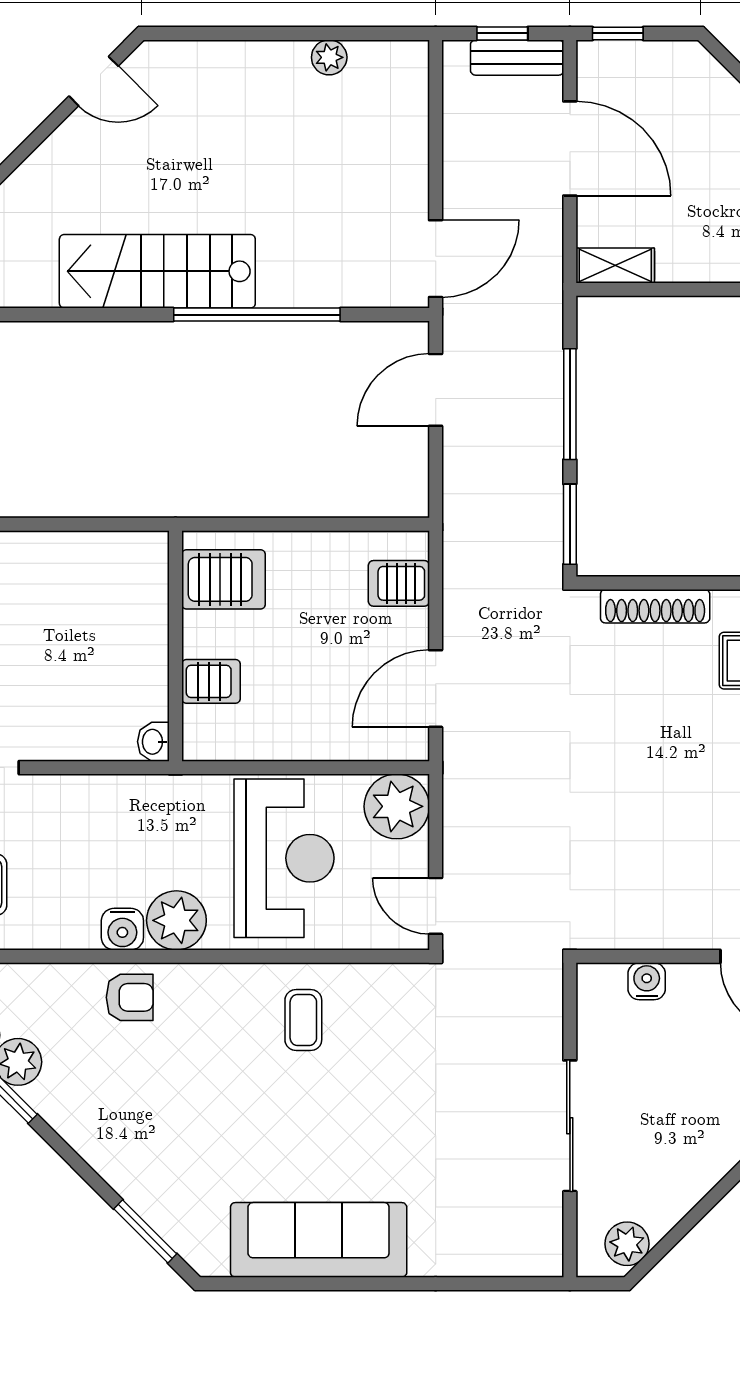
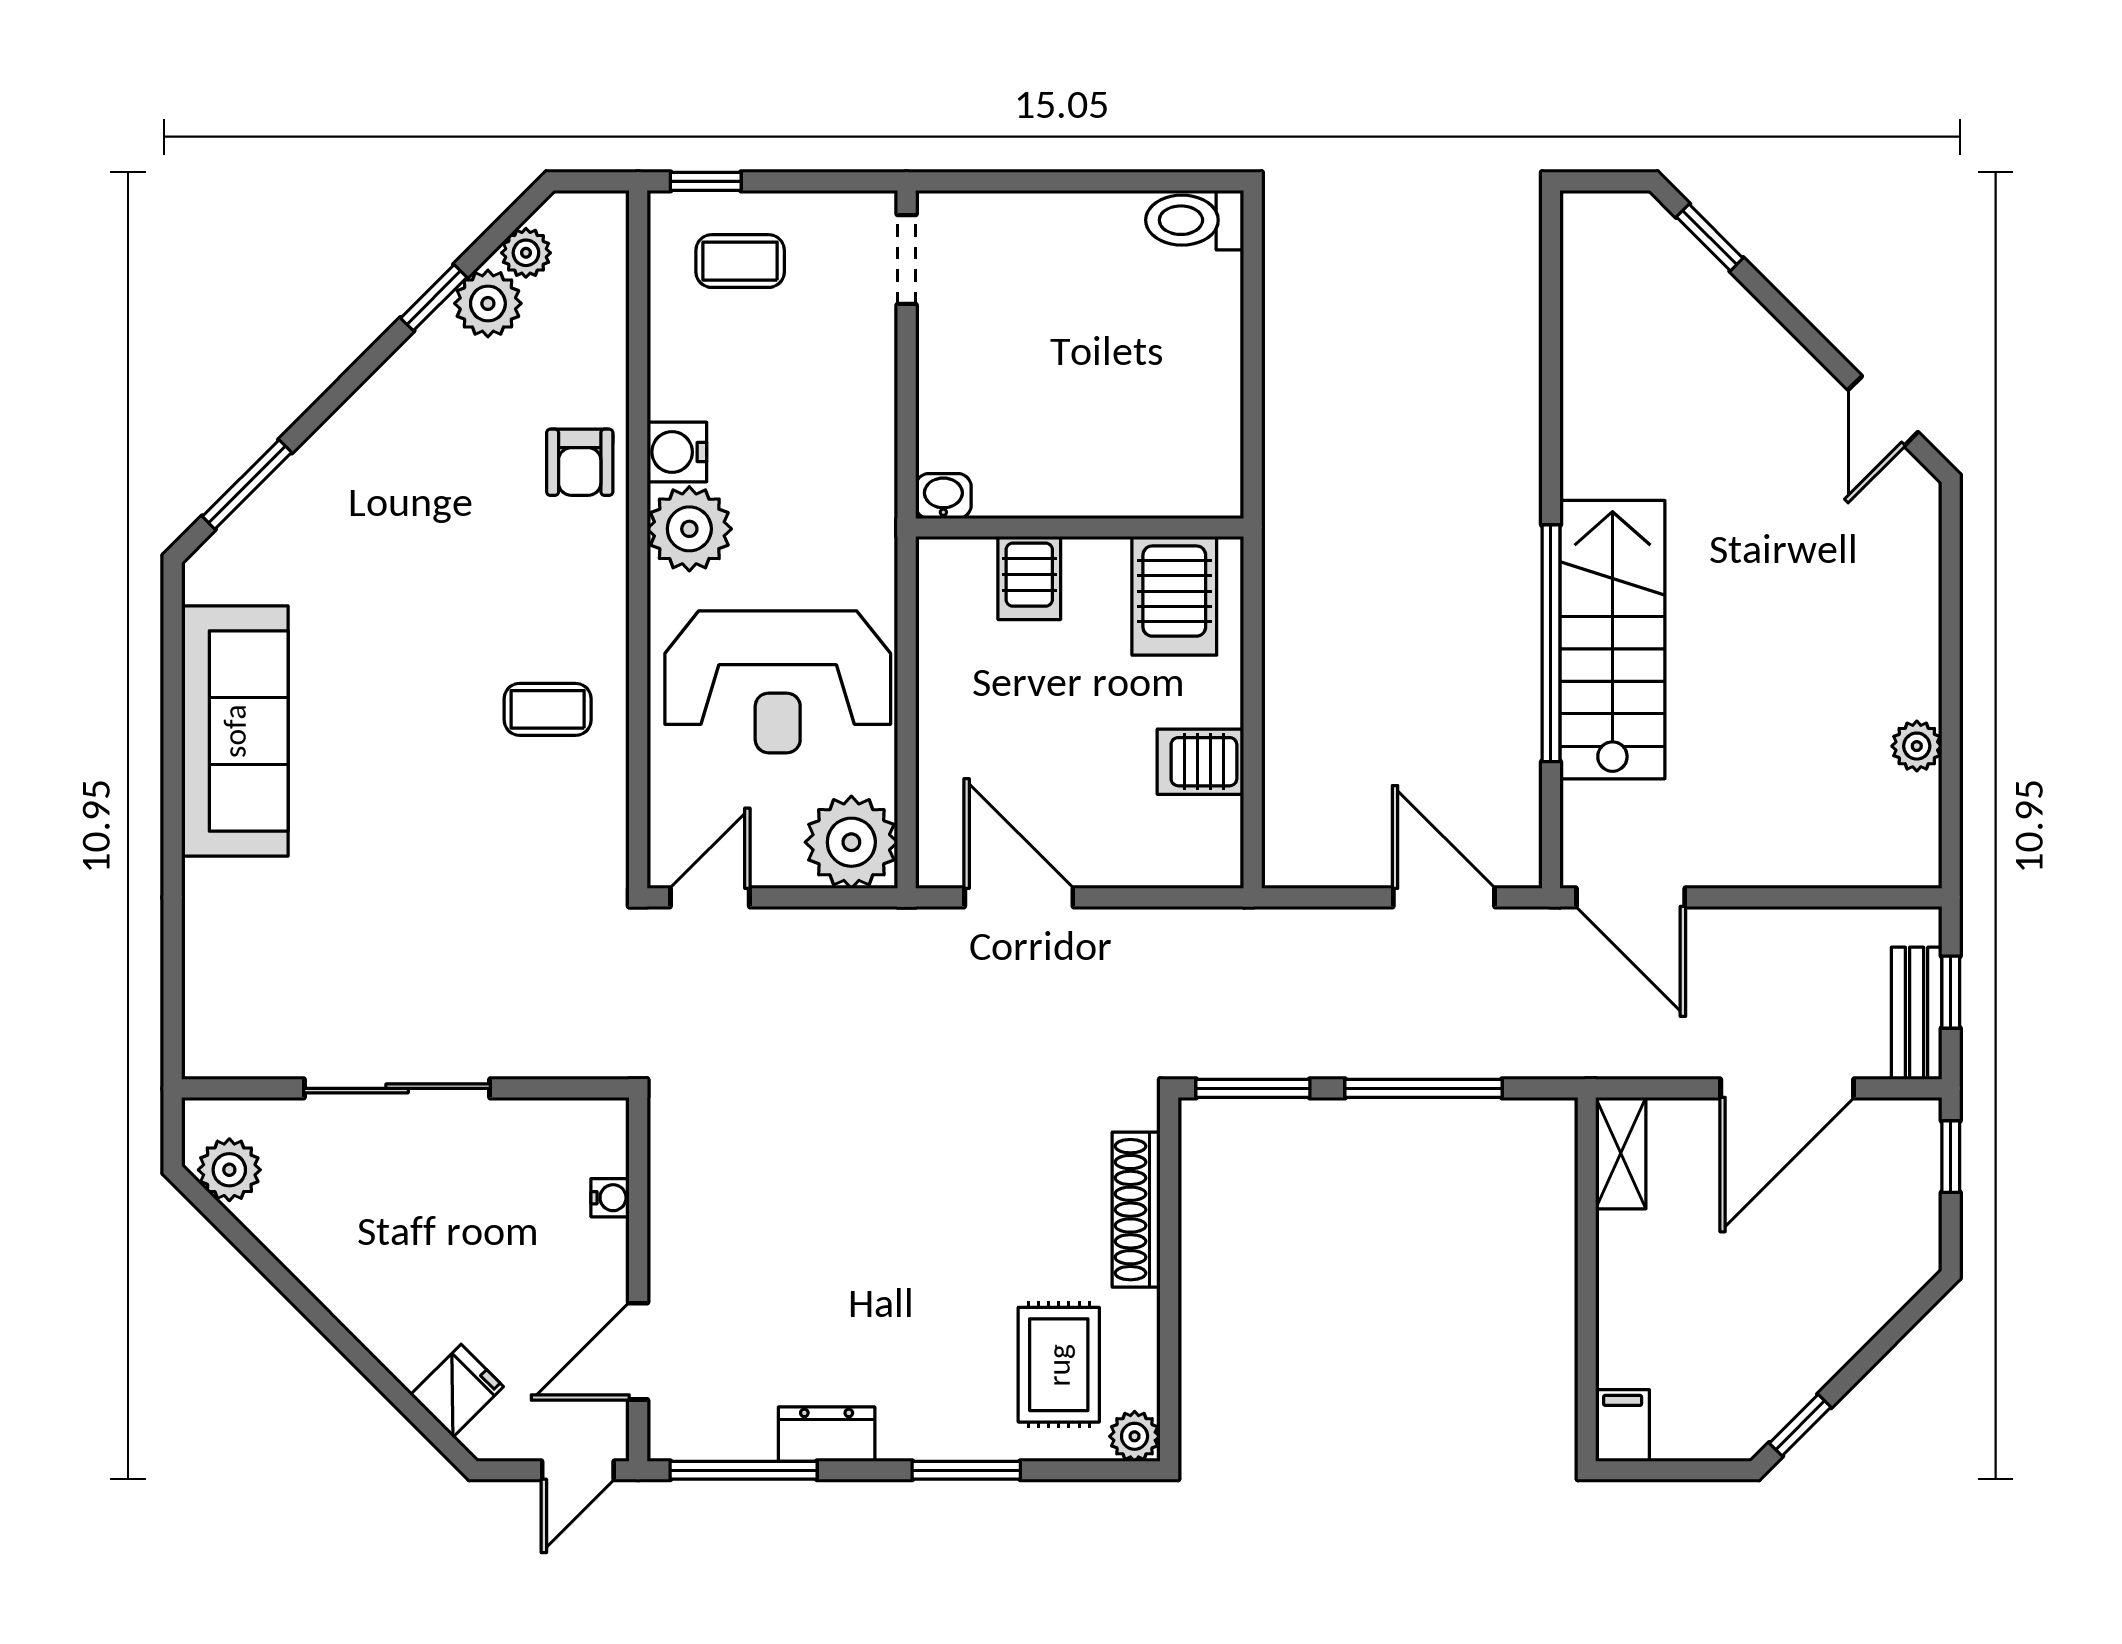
stairs: (157, 271) -> (1612, 640), moved
server rack: (399, 583) -> (1200, 762), moved, turned -90
water cooler: (647, 981) -> (610, 1198), width x0.72, depth x0.72

